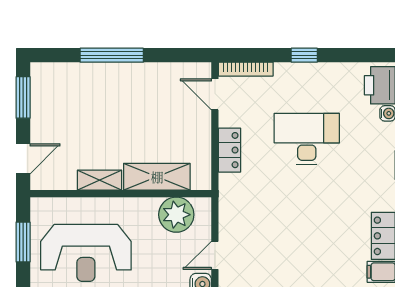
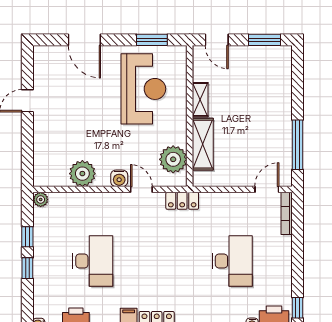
window: (112, 55) -> (297, 145), moved
window: (304, 55) -> (297, 308), moved
locker: (230, 150) -> (182, 201), moved
reception desk: (86, 253) -> (143, 89), turned 180

